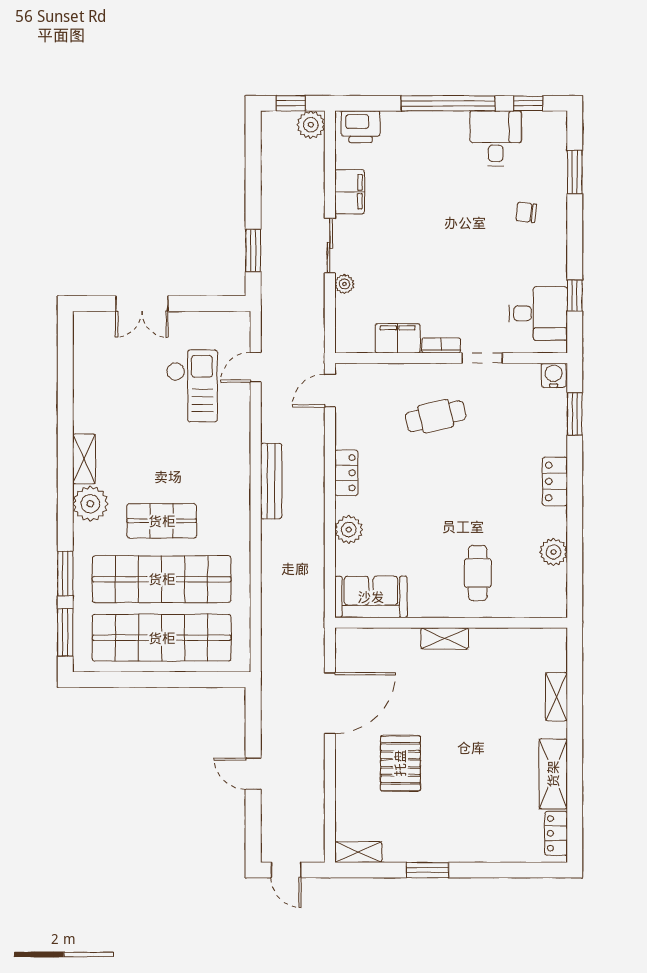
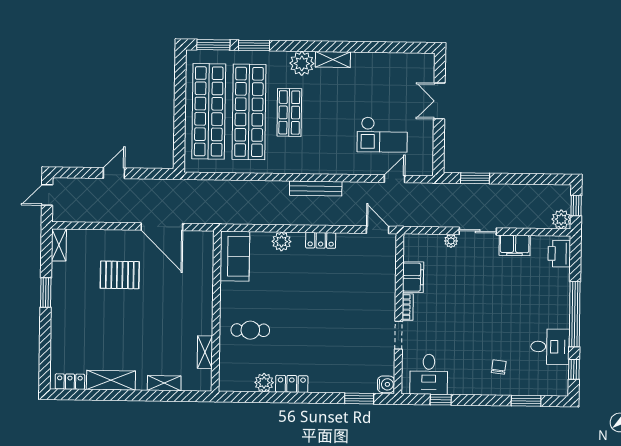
door: (256, 367) -> (394, 179), hinge flipped
cafe table: (436, 416) -> (359, 303), removed
locker: (555, 481) -> (292, 384), moved
shelving: (445, 638) -> (205, 352), moved

